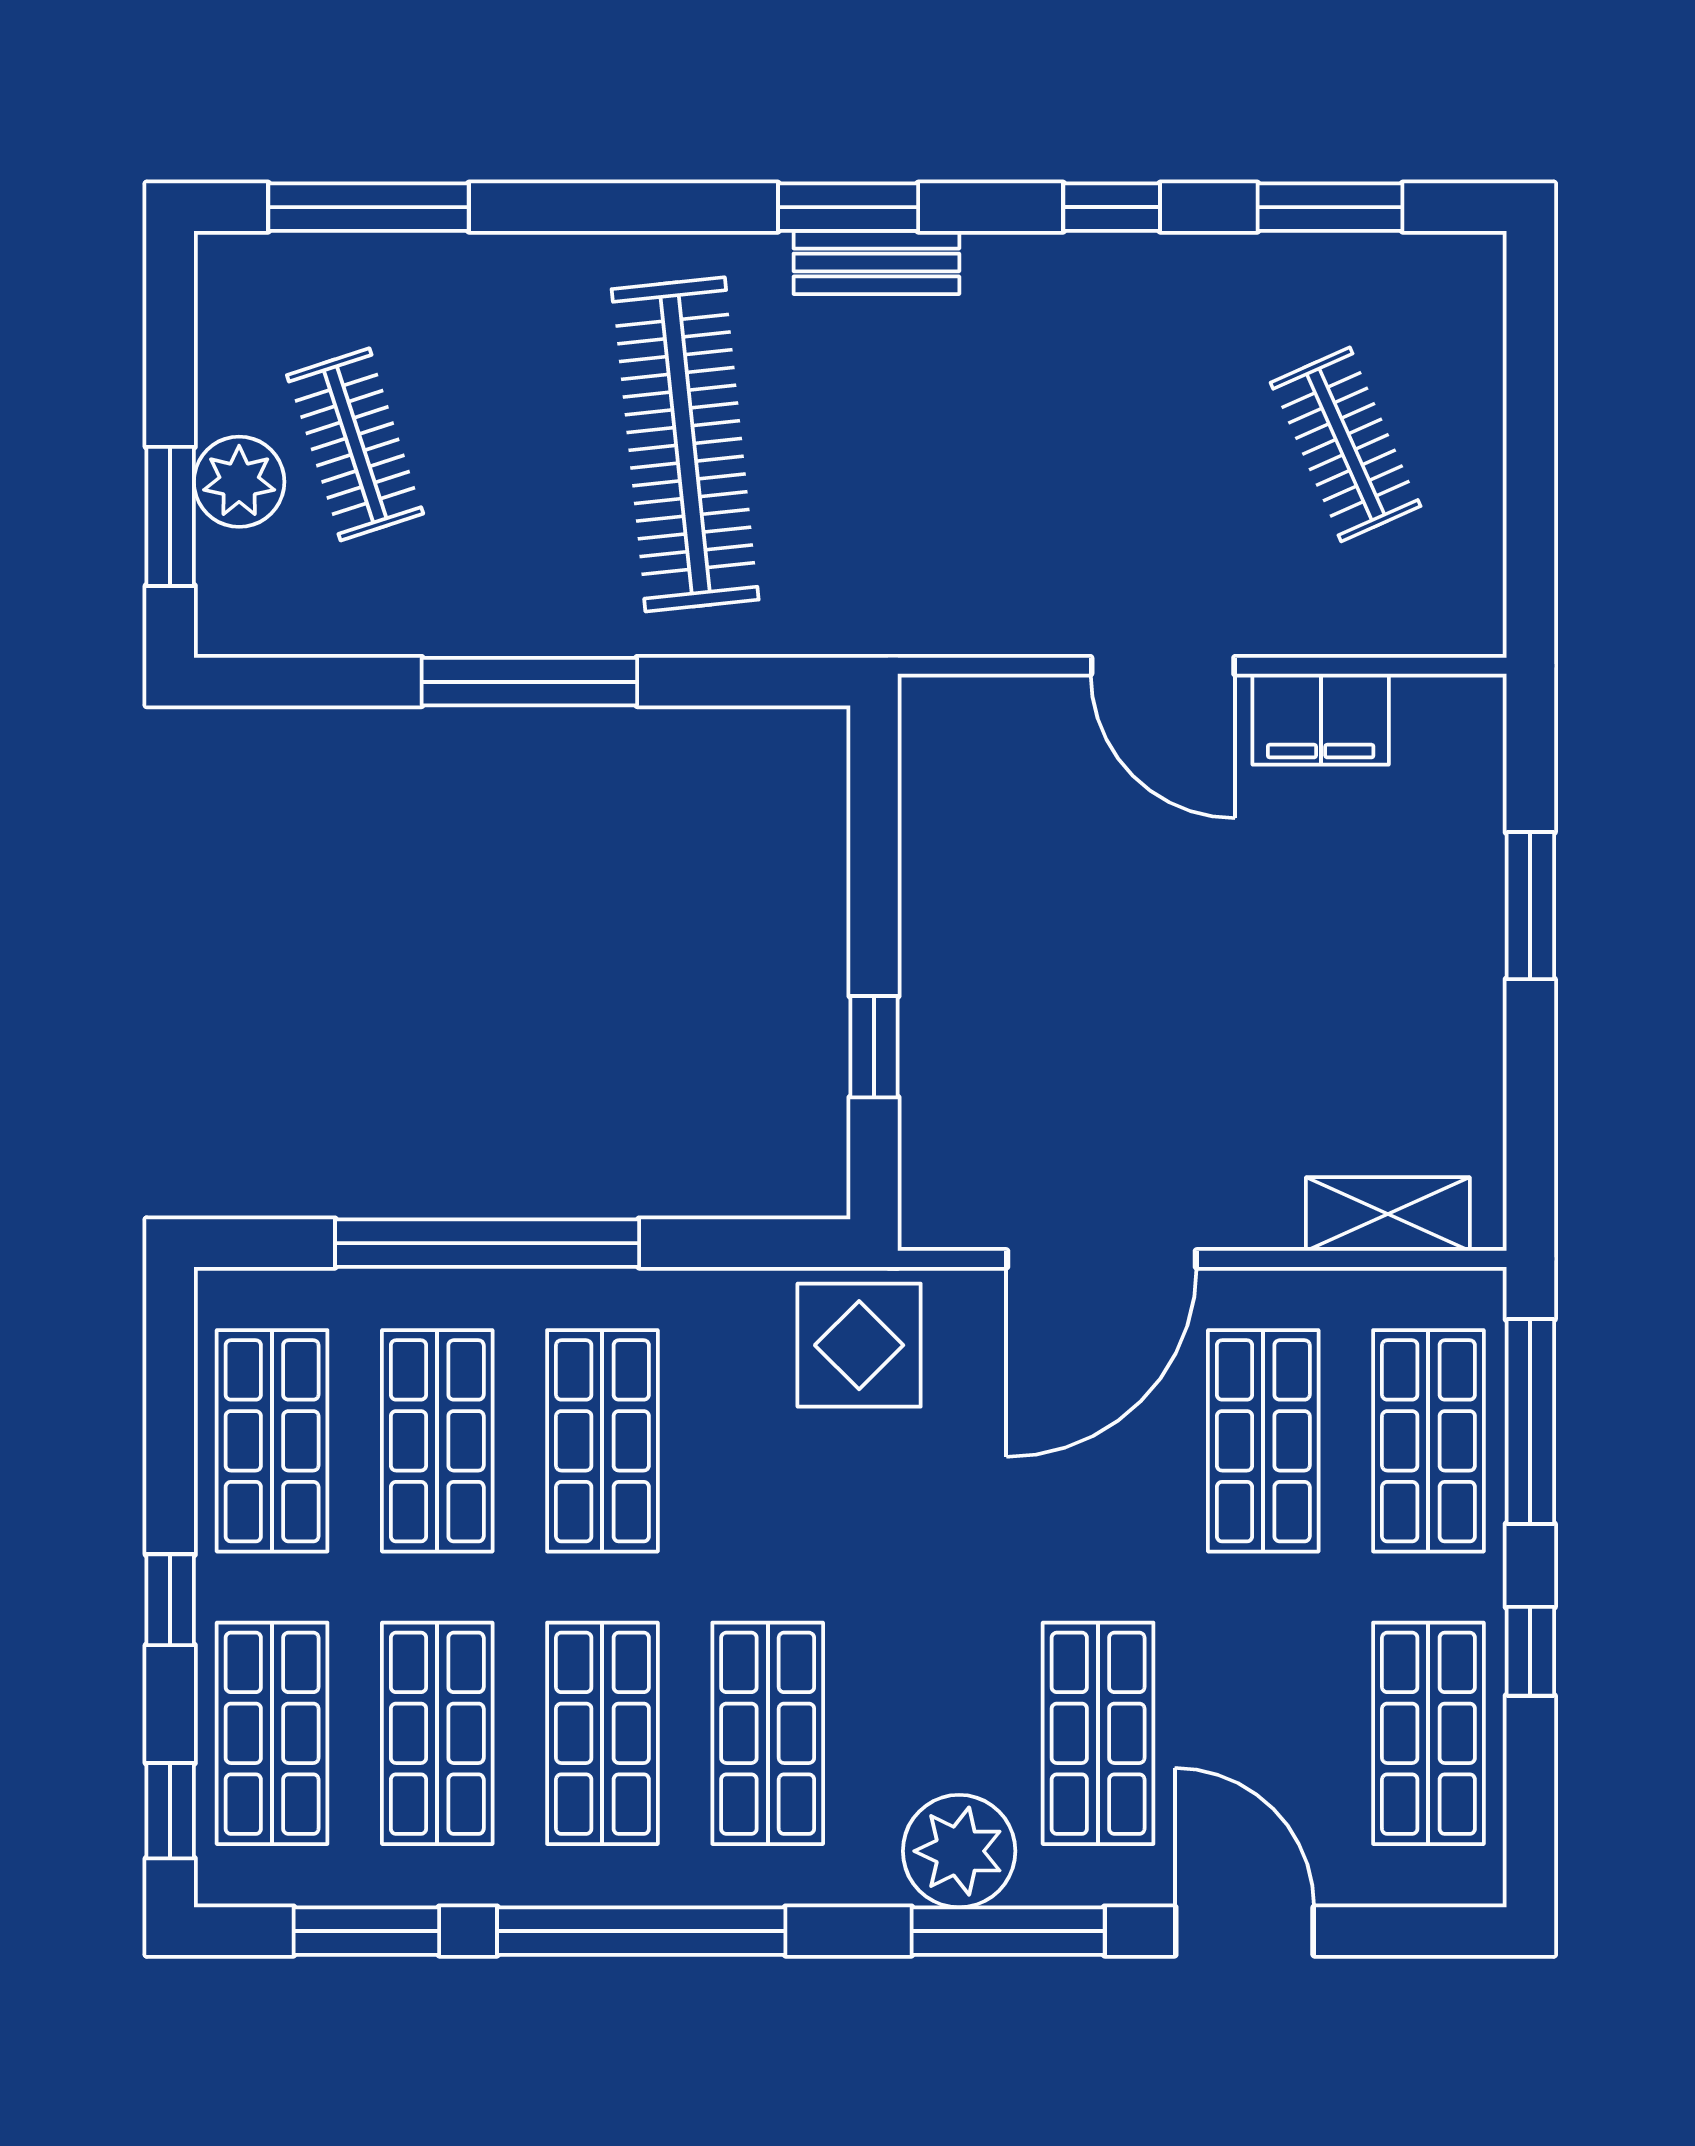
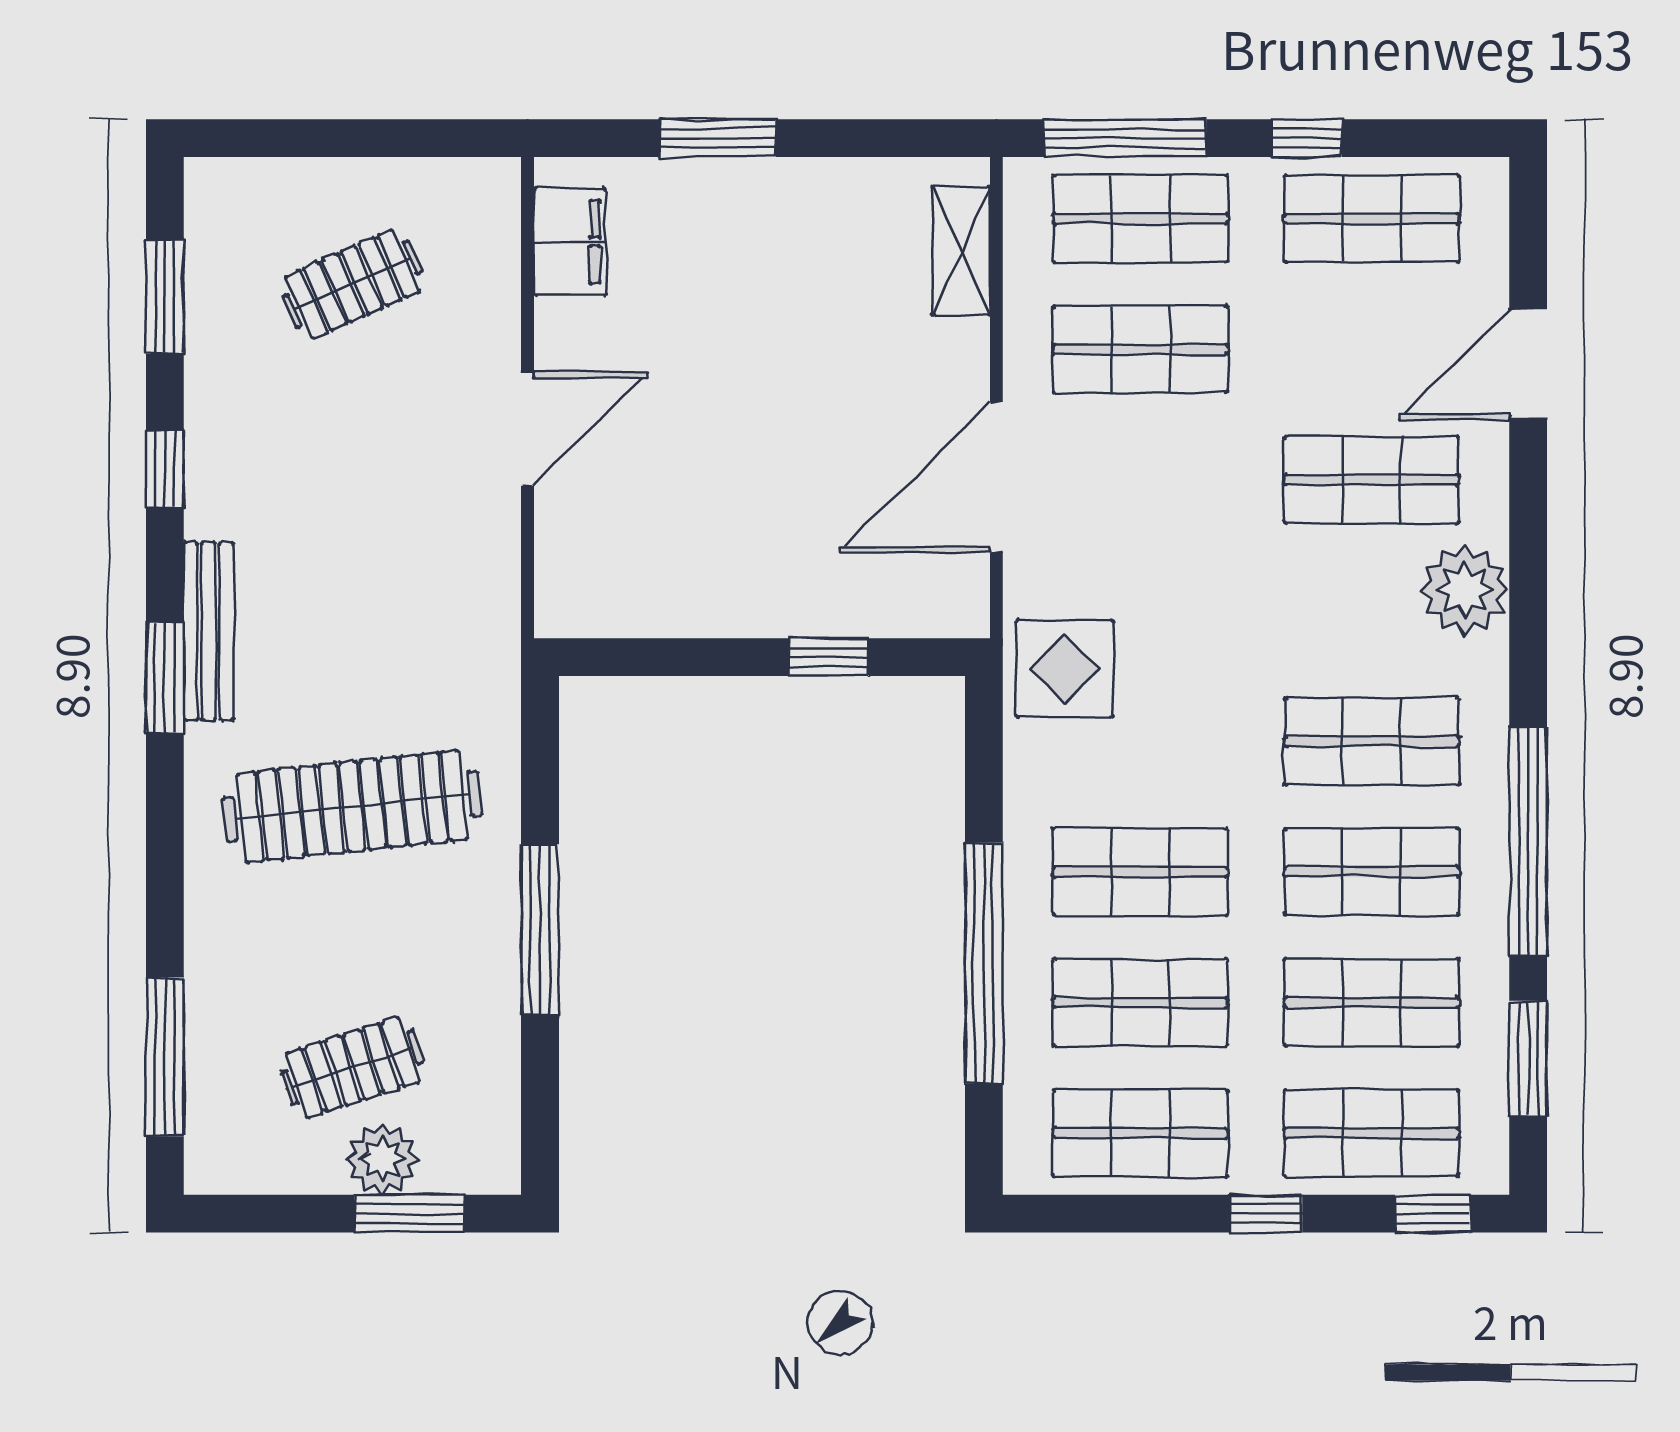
bench: (876, 262) -> (209, 631), width x1.36
filing cabinet: (1321, 719) -> (570, 242), moved
door: (1102, 1259) -> (996, 477), swing flipped
window: (1008, 1931) -> (1528, 551), removed

